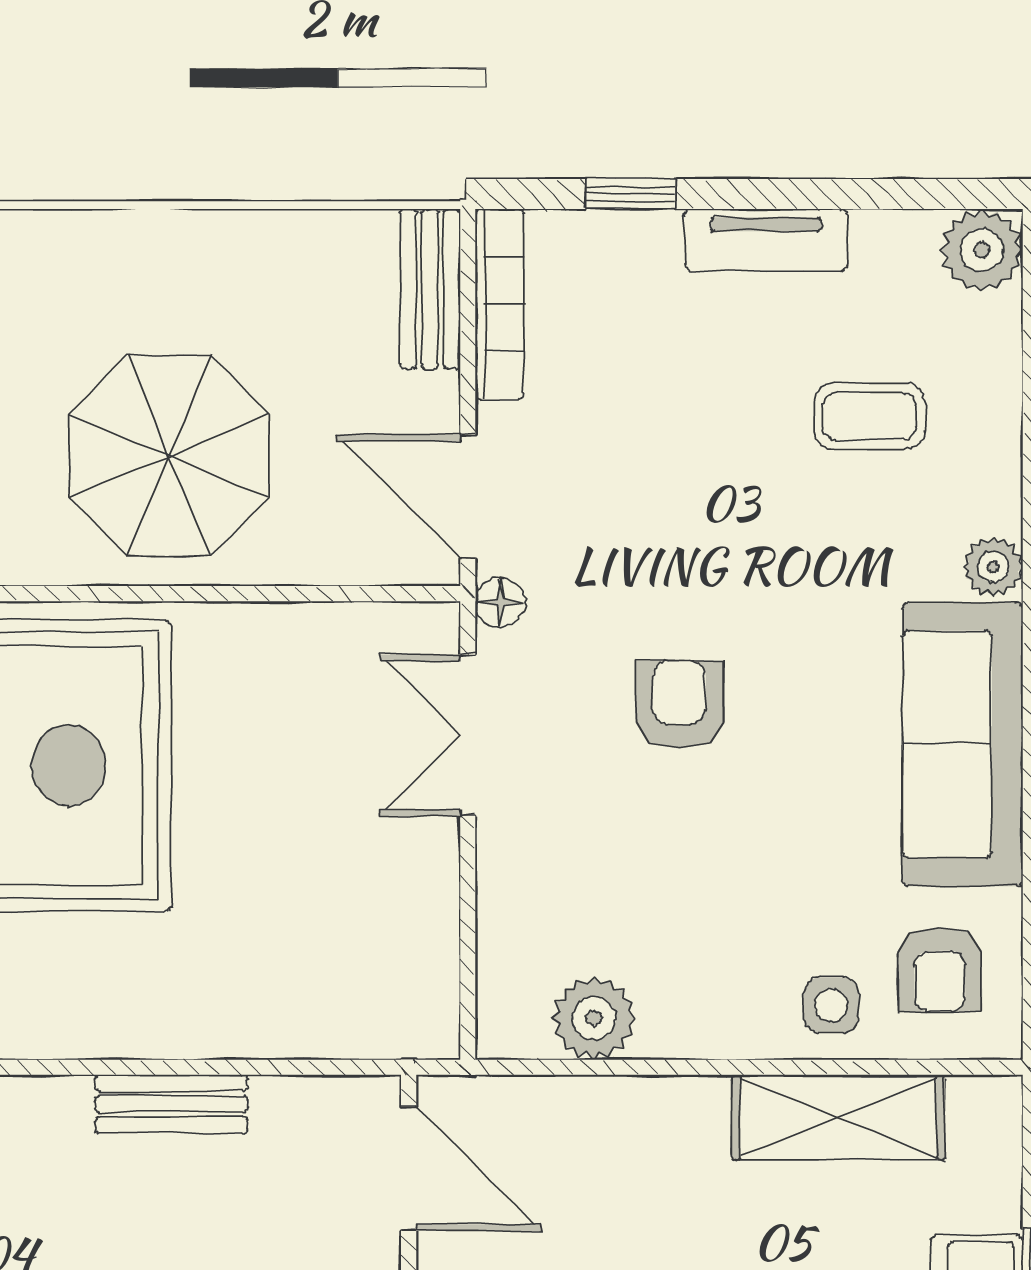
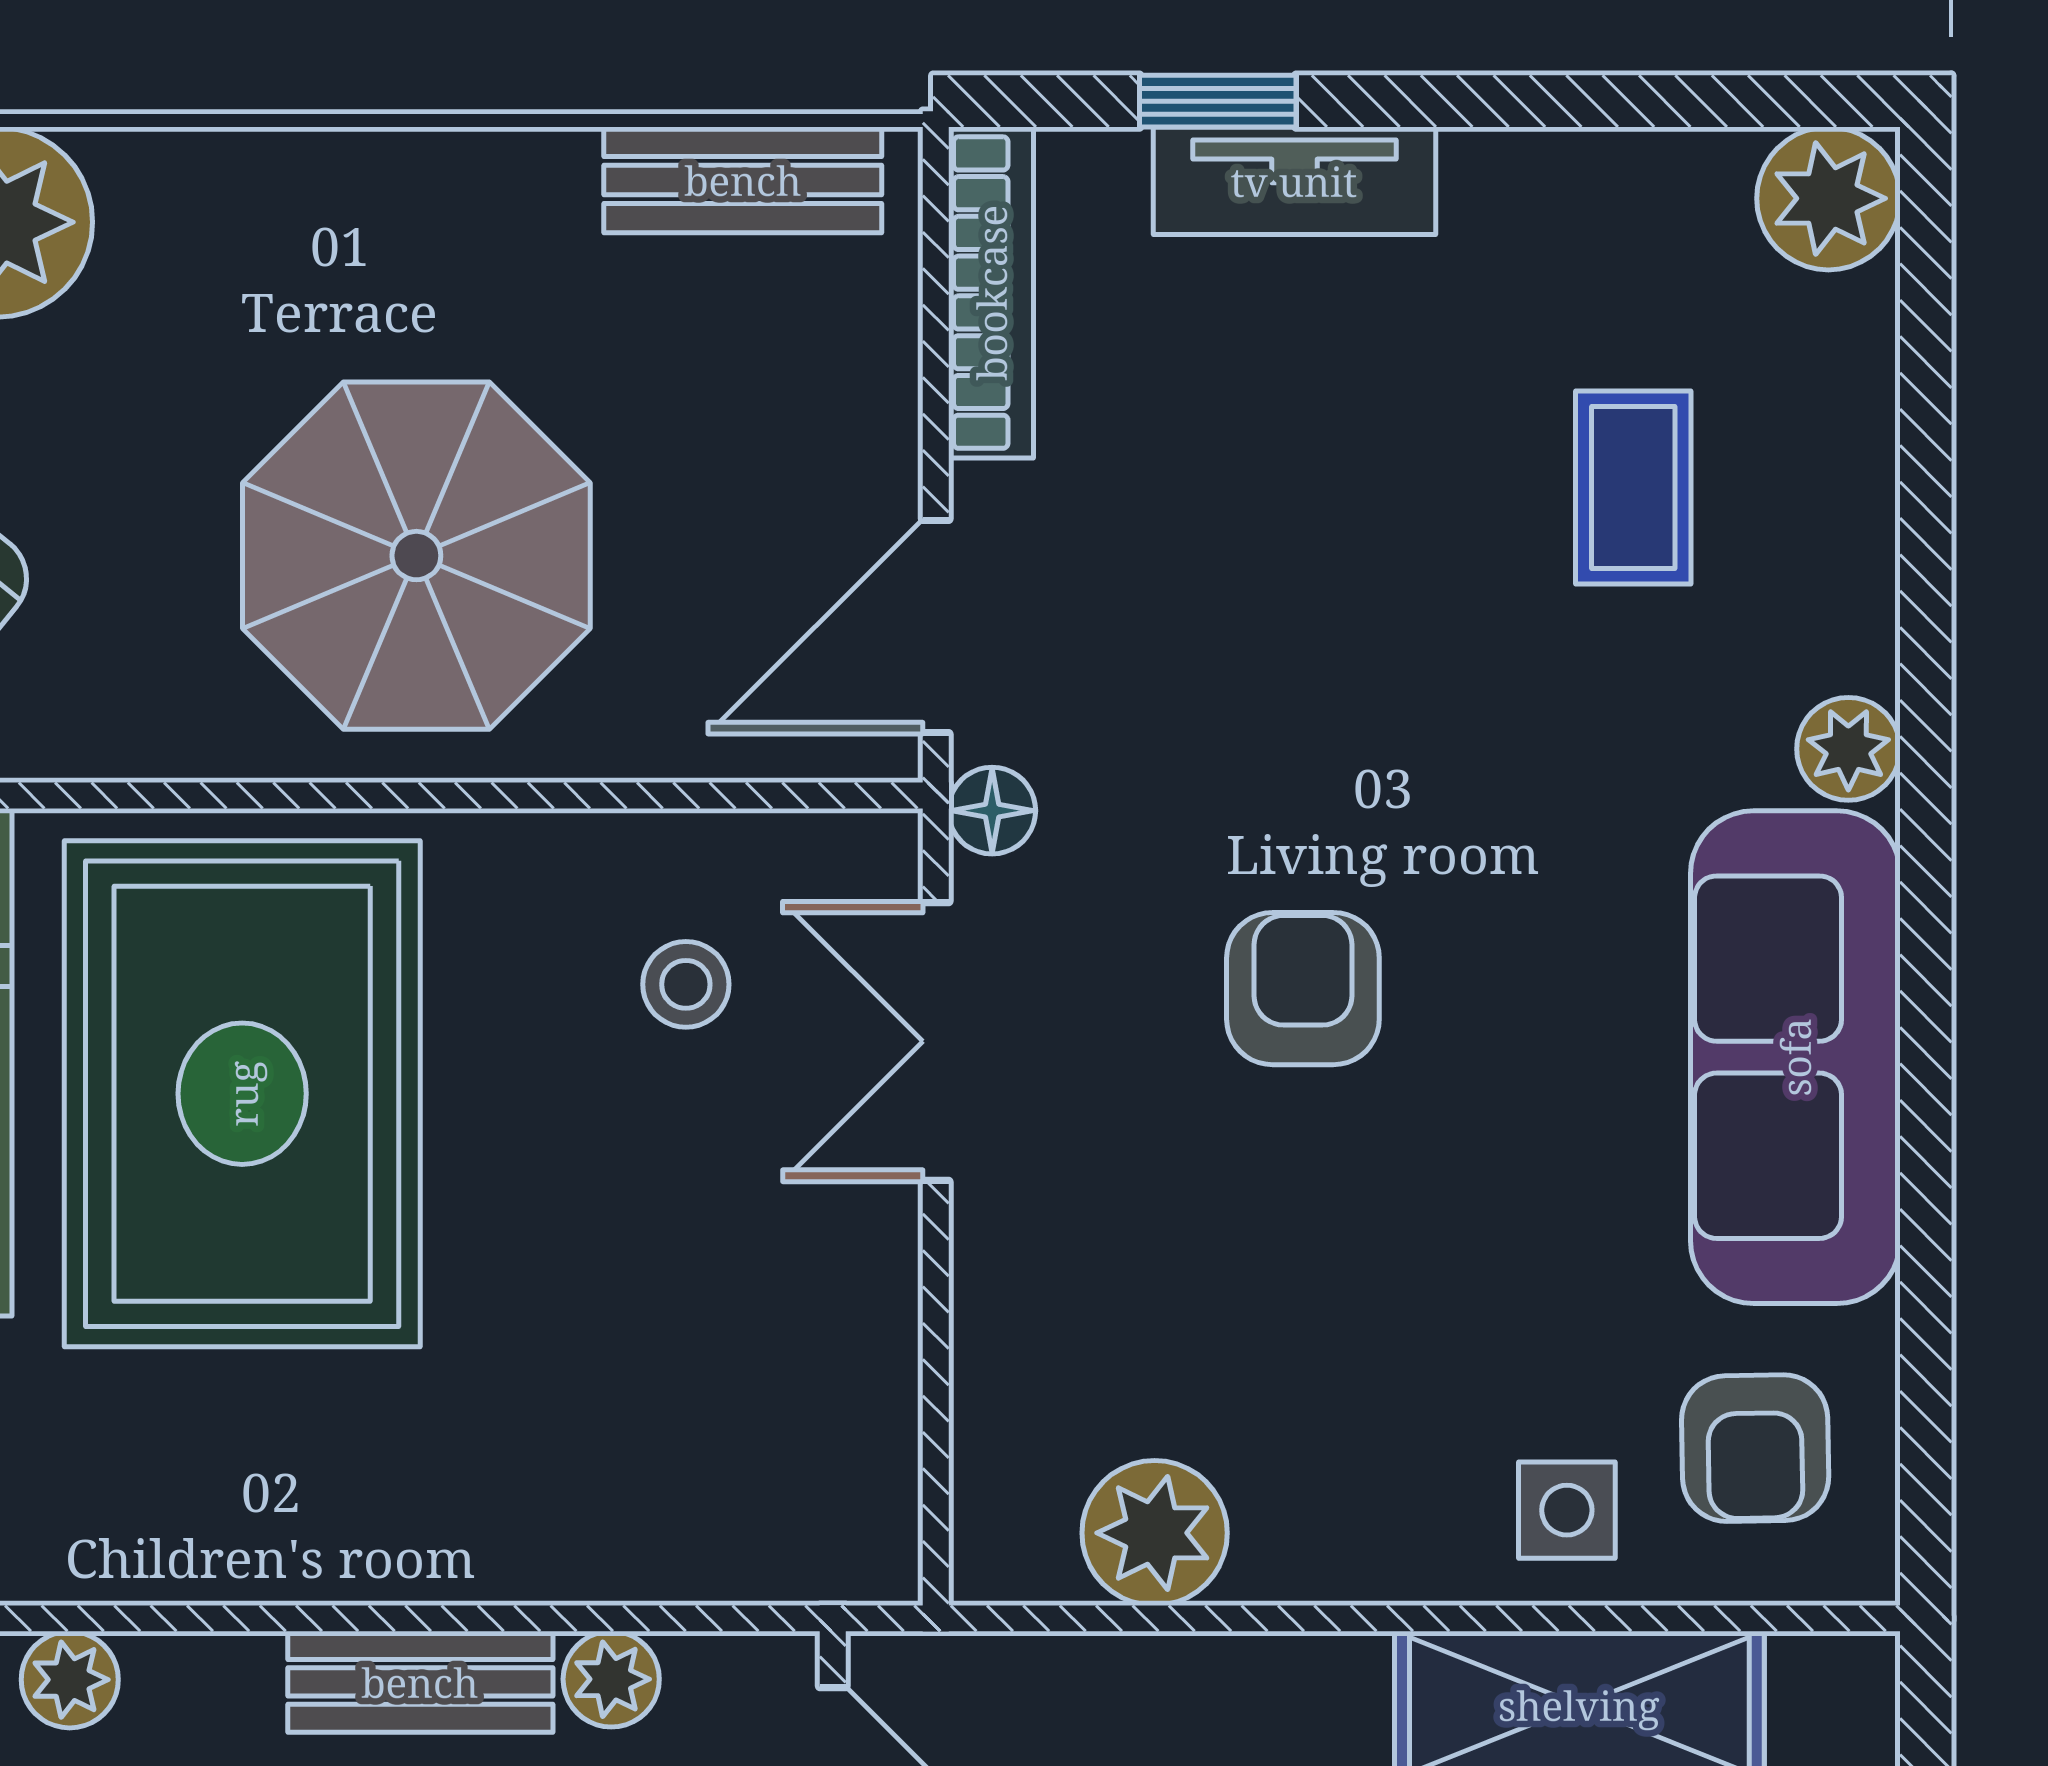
tv unit: (766, 240) -> (1294, 181), moved
bench: (430, 289) -> (743, 180), moved, turned 90
coffee table: (869, 416) -> (1633, 488), turned 90
door: (468, 496) -> (936, 627), hinge flipped
stool: (324, 702) -> (686, 984), added
plant: (281, 1102) -> (611, 1679), added

